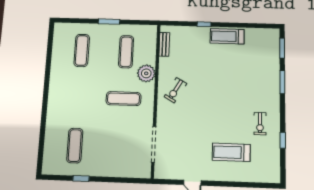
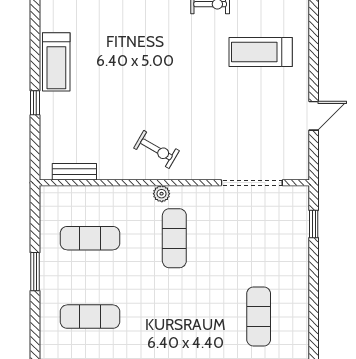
plant: (146, 73) -> (162, 194), moved, width x0.53, depth x0.53
exercise mat: (75, 146) -> (259, 317), turned 90
treadmill: (231, 152) -> (261, 52), turned 90
window: (81, 179) -> (314, 224), moved

